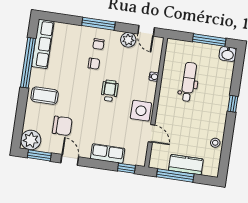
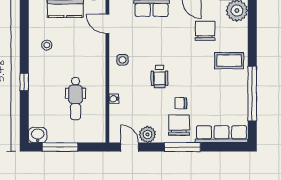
row of seats: (43, 44) -> (221, 134), moved, turned 90
chair: (98, 44) -> (179, 125), width x1.87, depth x1.87
side table: (141, 111) -> (122, 60), width x0.54, depth x0.54
chair: (62, 126) -> (205, 31), turned 90
door: (151, 133) -> (107, 24), moved
stool: (215, 143) -> (47, 45), moved

